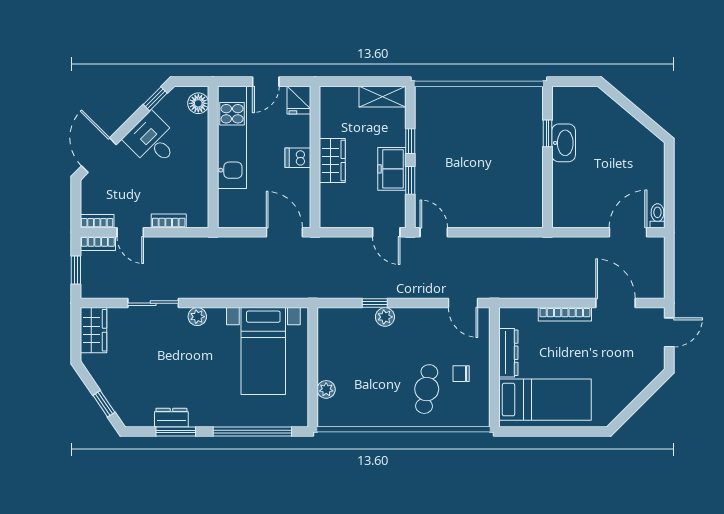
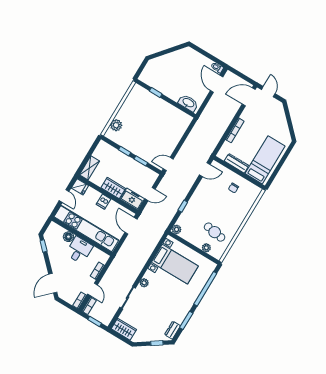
shelving: (383, 97) -> (89, 168), moved
plant: (447, 98) -> (116, 125), added
floor lamp: (198, 103) -> (68, 237), moved
kitchen unit: (232, 137) -> (86, 228), width x1.36
desk: (152, 140) -> (79, 250), moved, turned 135
washbasin: (564, 143) -> (188, 103), moved
door: (99, 155) -> (53, 283), hinge flipped
freezer: (392, 169) -> (132, 199), moved, turned 180
door: (130, 232) -> (93, 290), hinge flipped
door: (284, 232) -> (131, 226), hinge flipped
door: (386, 232) -> (150, 194), moved
door: (615, 303) -> (249, 97), moved
plant: (385, 317) -> (177, 229), moved
cafe table: (427, 389) -> (215, 232), moved
dresser: (171, 418) -> (173, 330), moved

